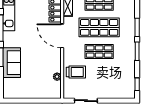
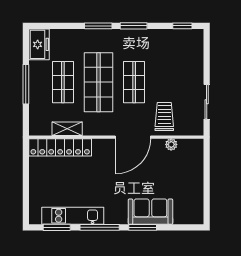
door: (62, 36) -> (133, 137), moved

